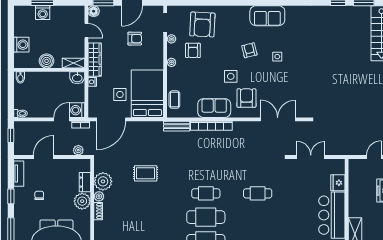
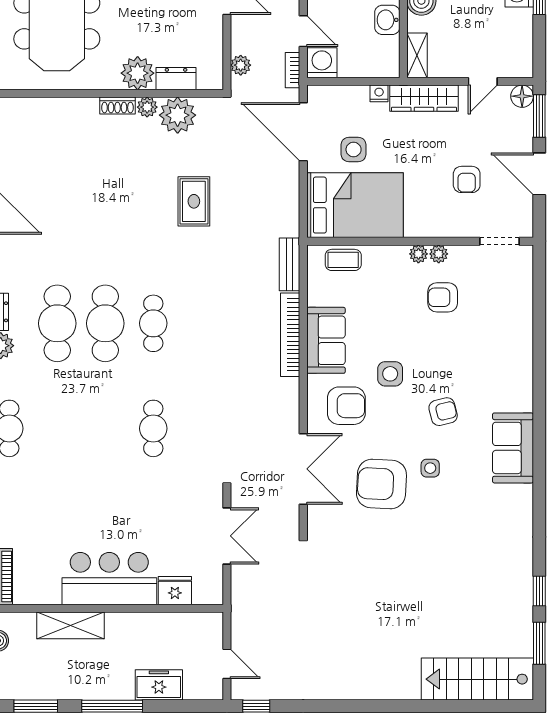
armchair: (202, 24) -> (381, 484), moved
plant: (171, 39) -> (439, 254), moved
washbasin: (77, 78) -> (387, 20), moved

